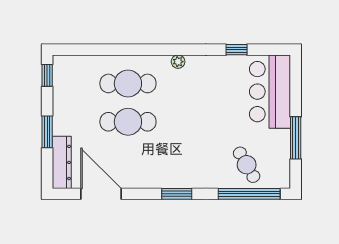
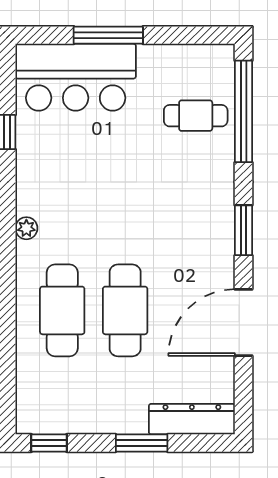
window: (296, 138) -> (108, 35), moved
cafe table: (247, 165) -> (196, 116), turned 30
door: (101, 194) -> (243, 323), moved

